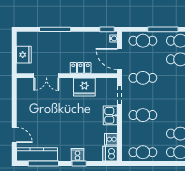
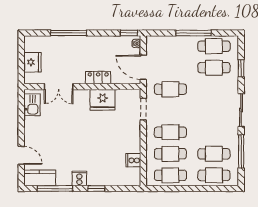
cafe table: (143, 41) -> (170, 154), moved
kitchen sink: (110, 115) -> (32, 105), moved, turned 180
kitchen counter: (37, 154) -> (40, 178), width x0.67
dishwasher: (110, 154) -> (132, 177), removed
cooker: (77, 155) -> (79, 178), moved

